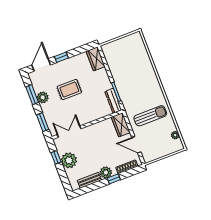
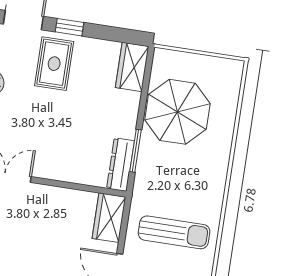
parasol: (124, 67) -> (177, 112), added
rug: (69, 89) -> (54, 64), moved, turned 90

